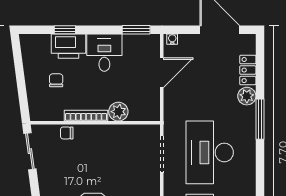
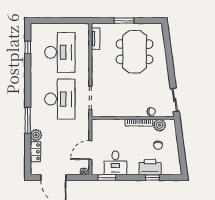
desk: (104, 53) -> (115, 163), moved
plant: (118, 112) -> (160, 125), moved

